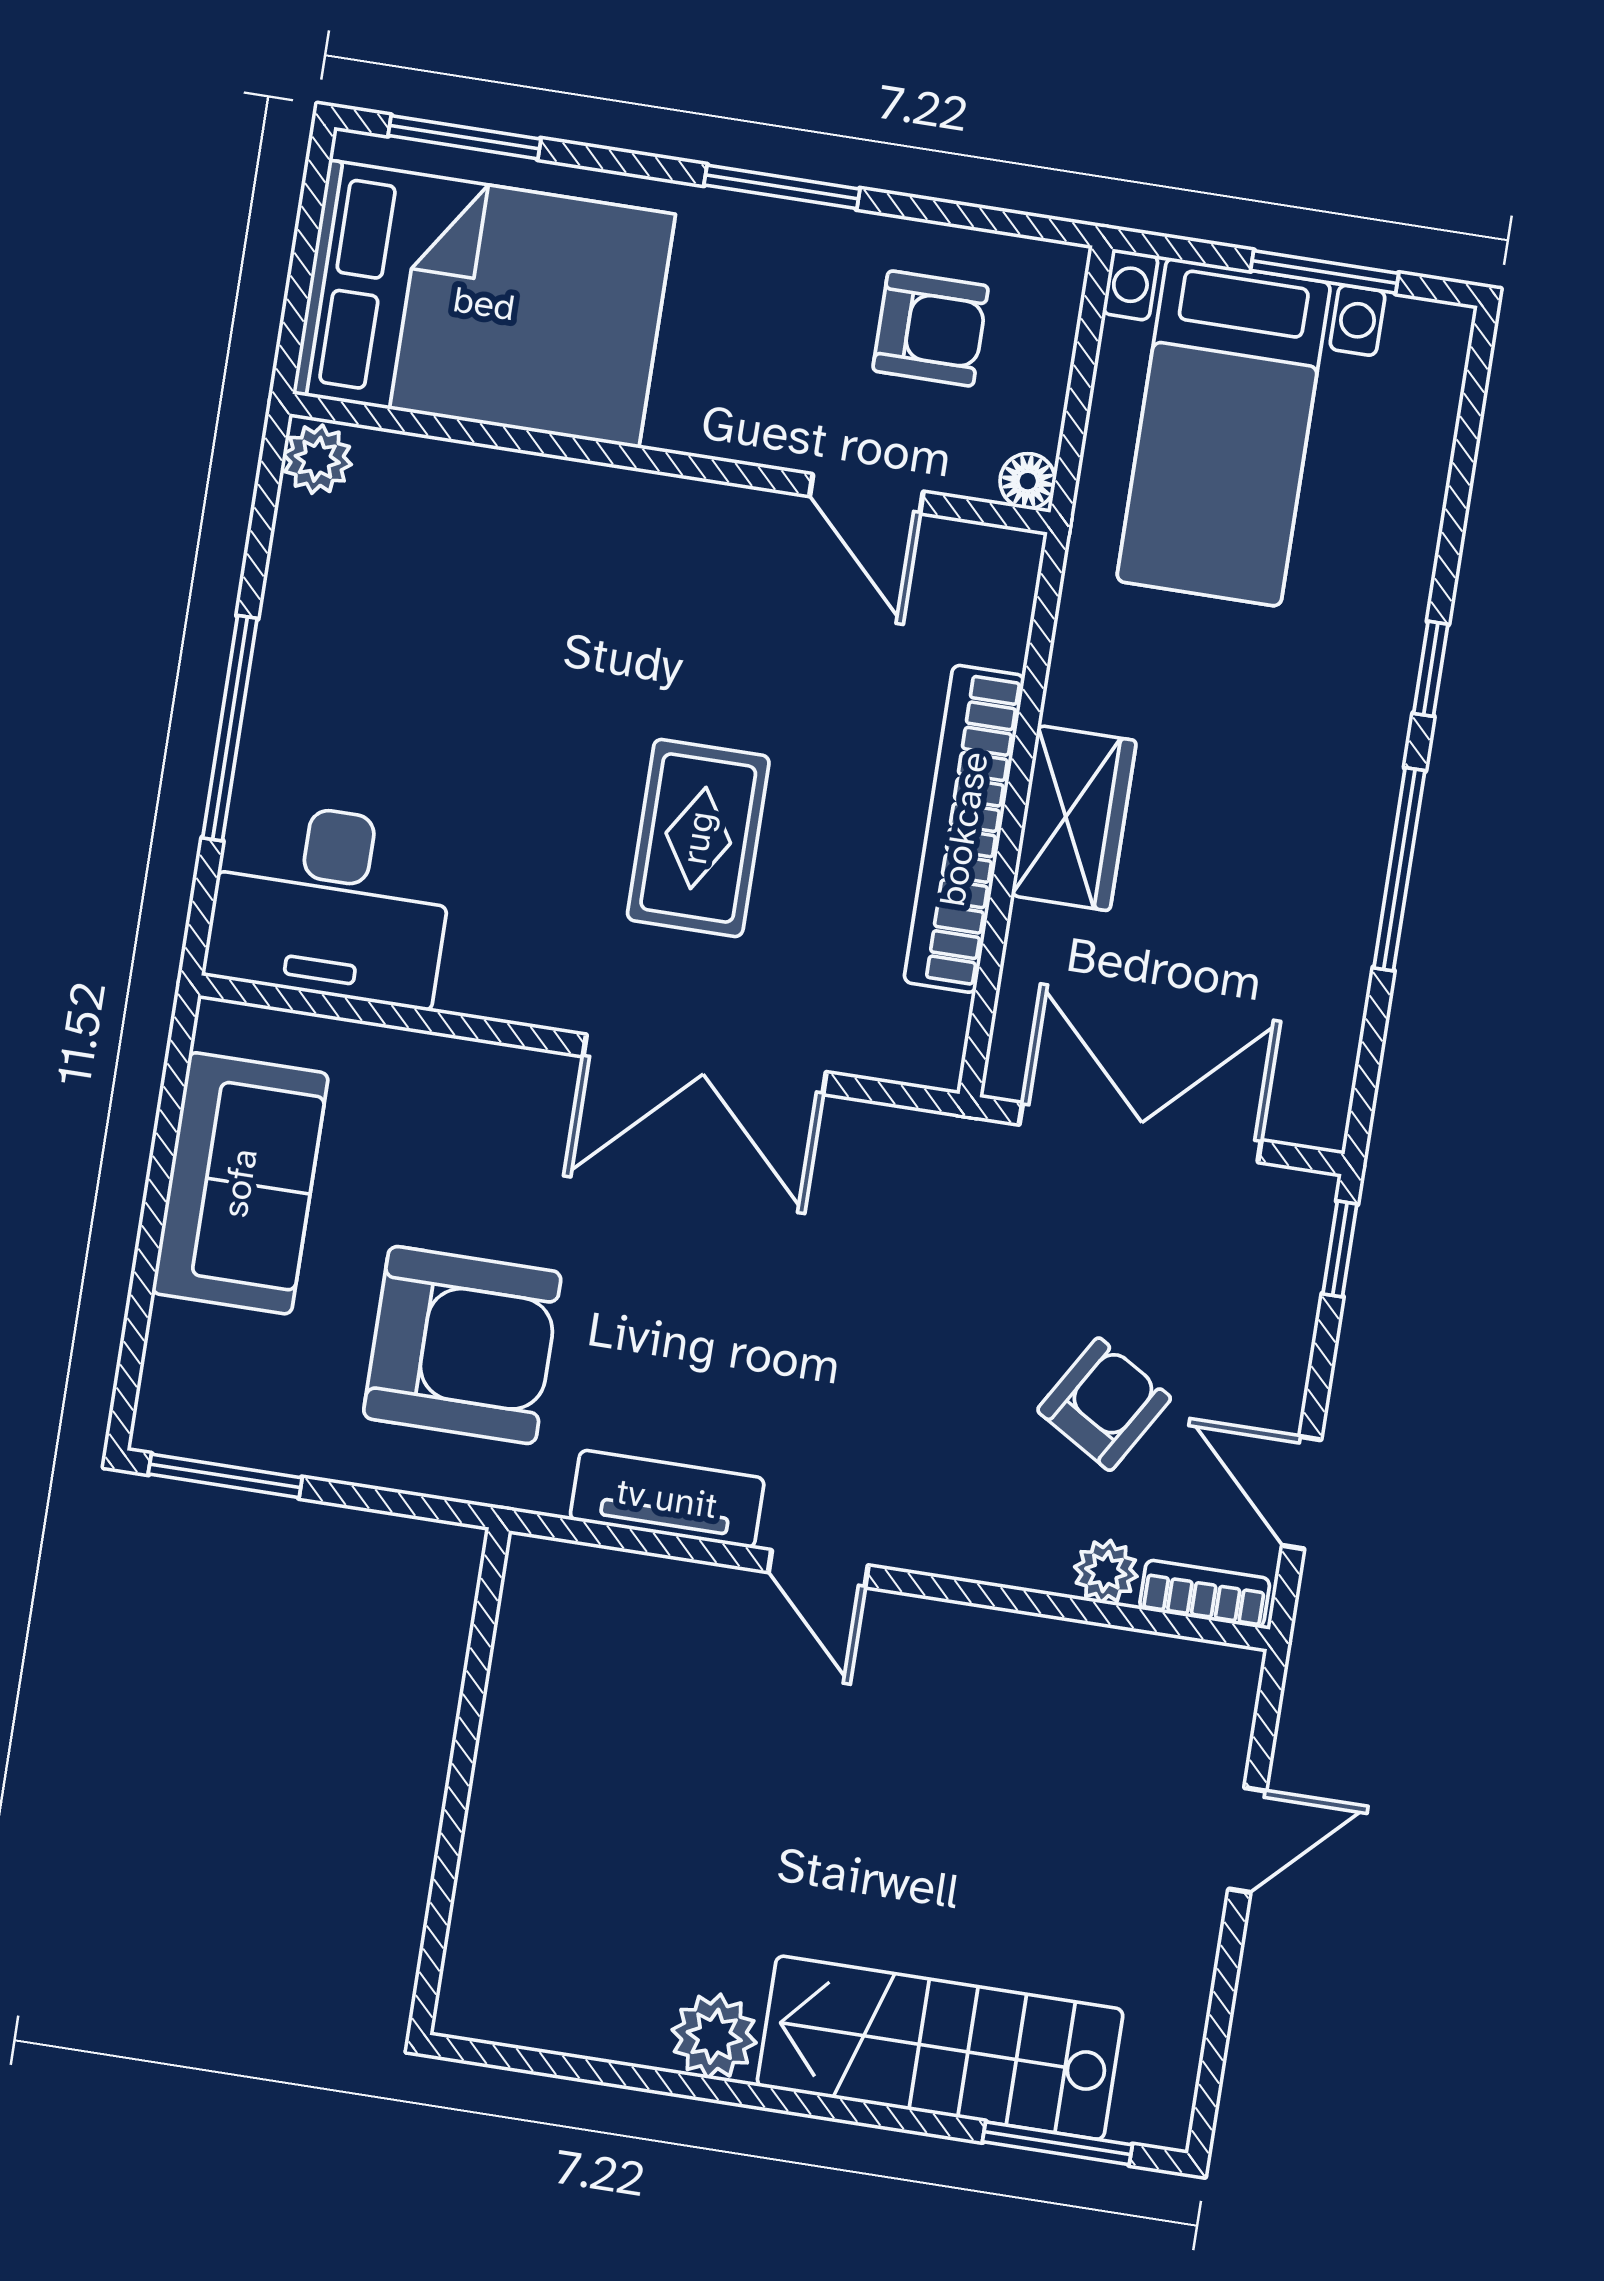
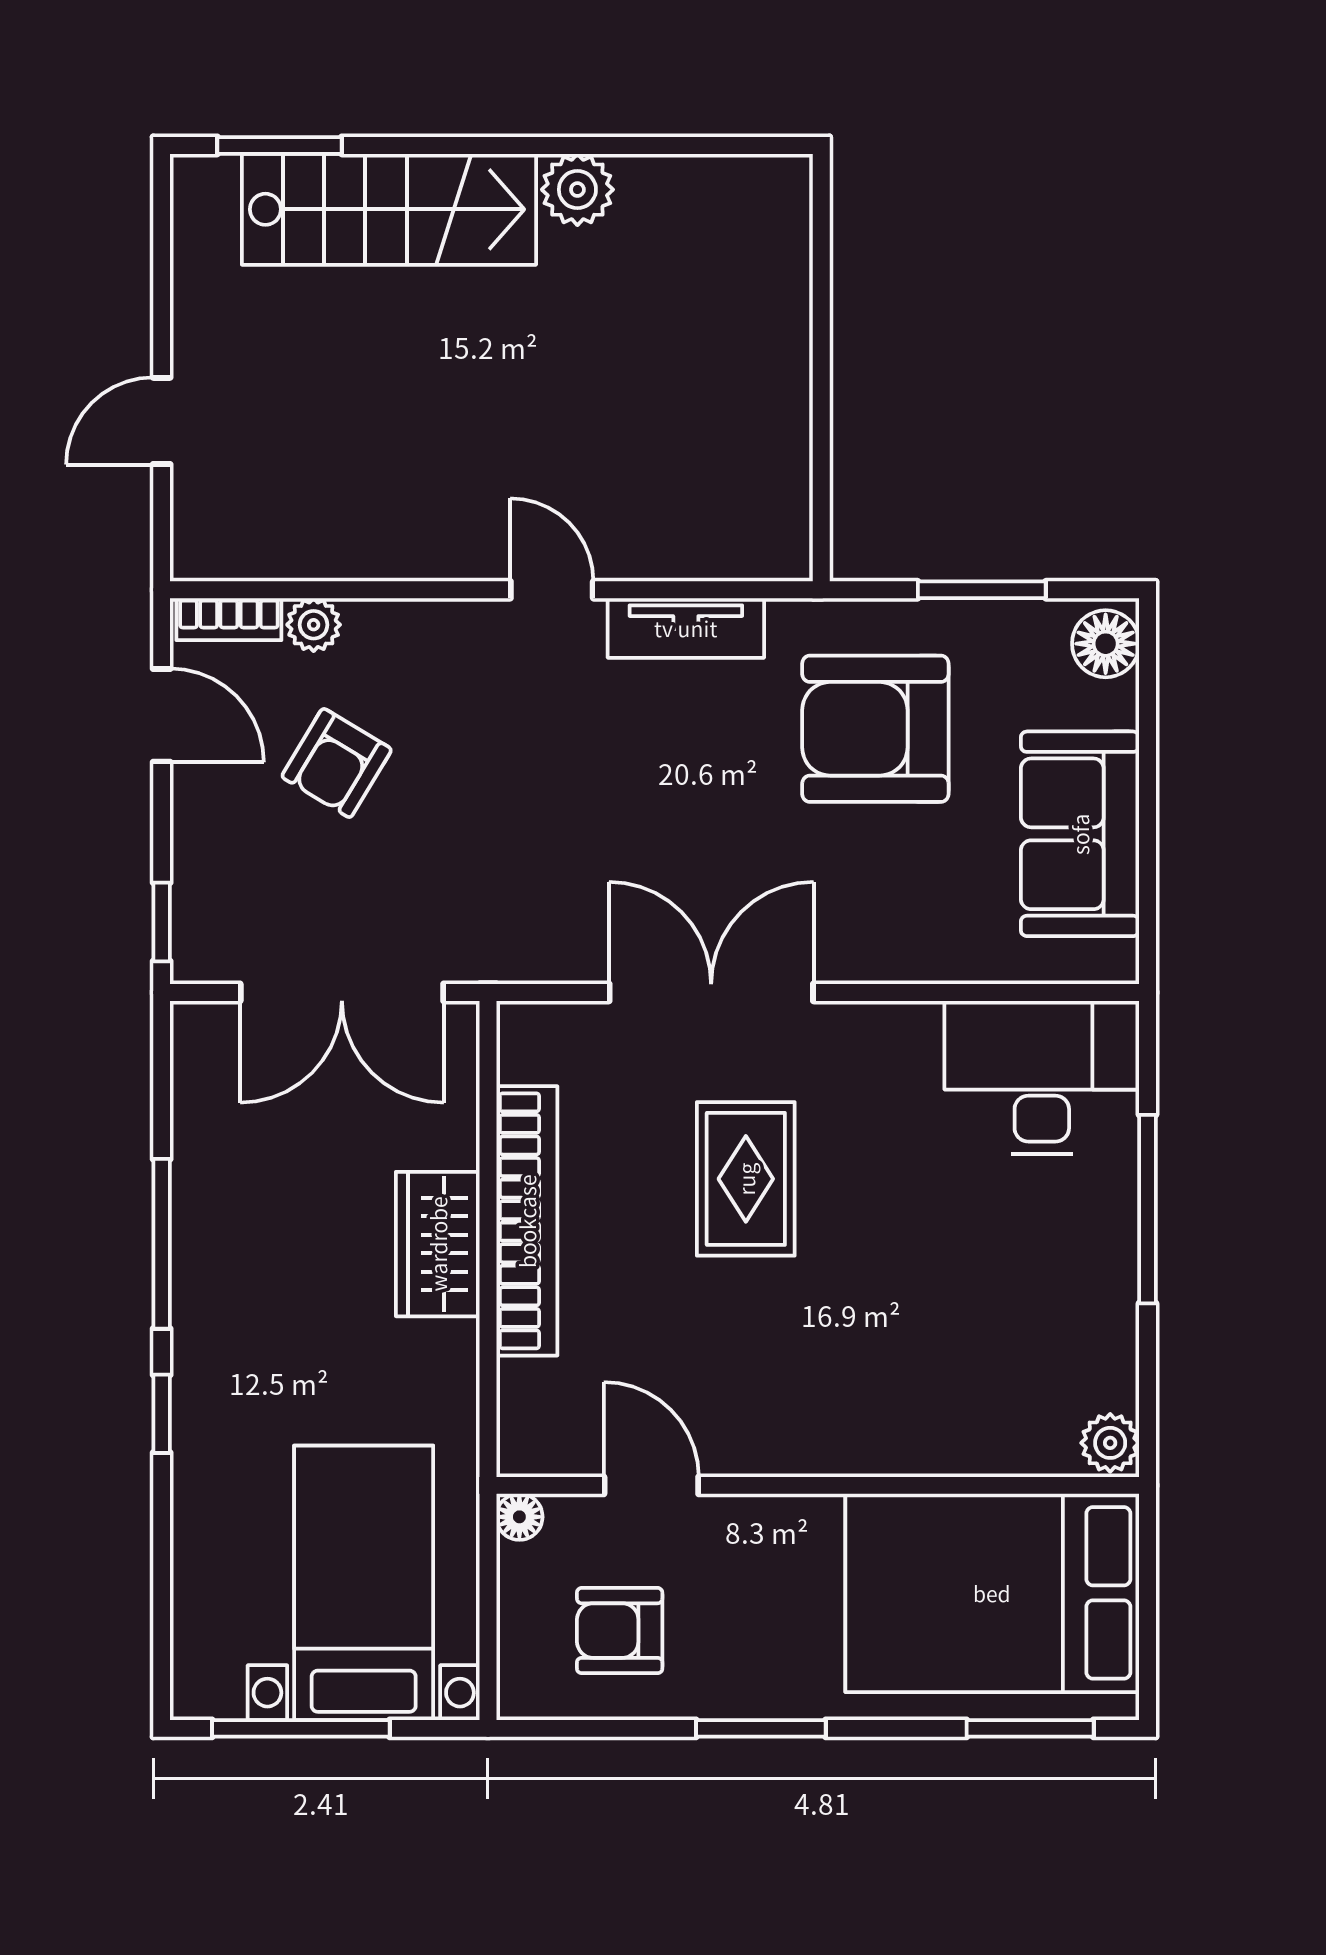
window: (1325, 272) -> (301, 1728), width x1.44
floor lamp: (175, 1403) -> (1106, 644), added
window: (225, 1476) -> (982, 590), moved

